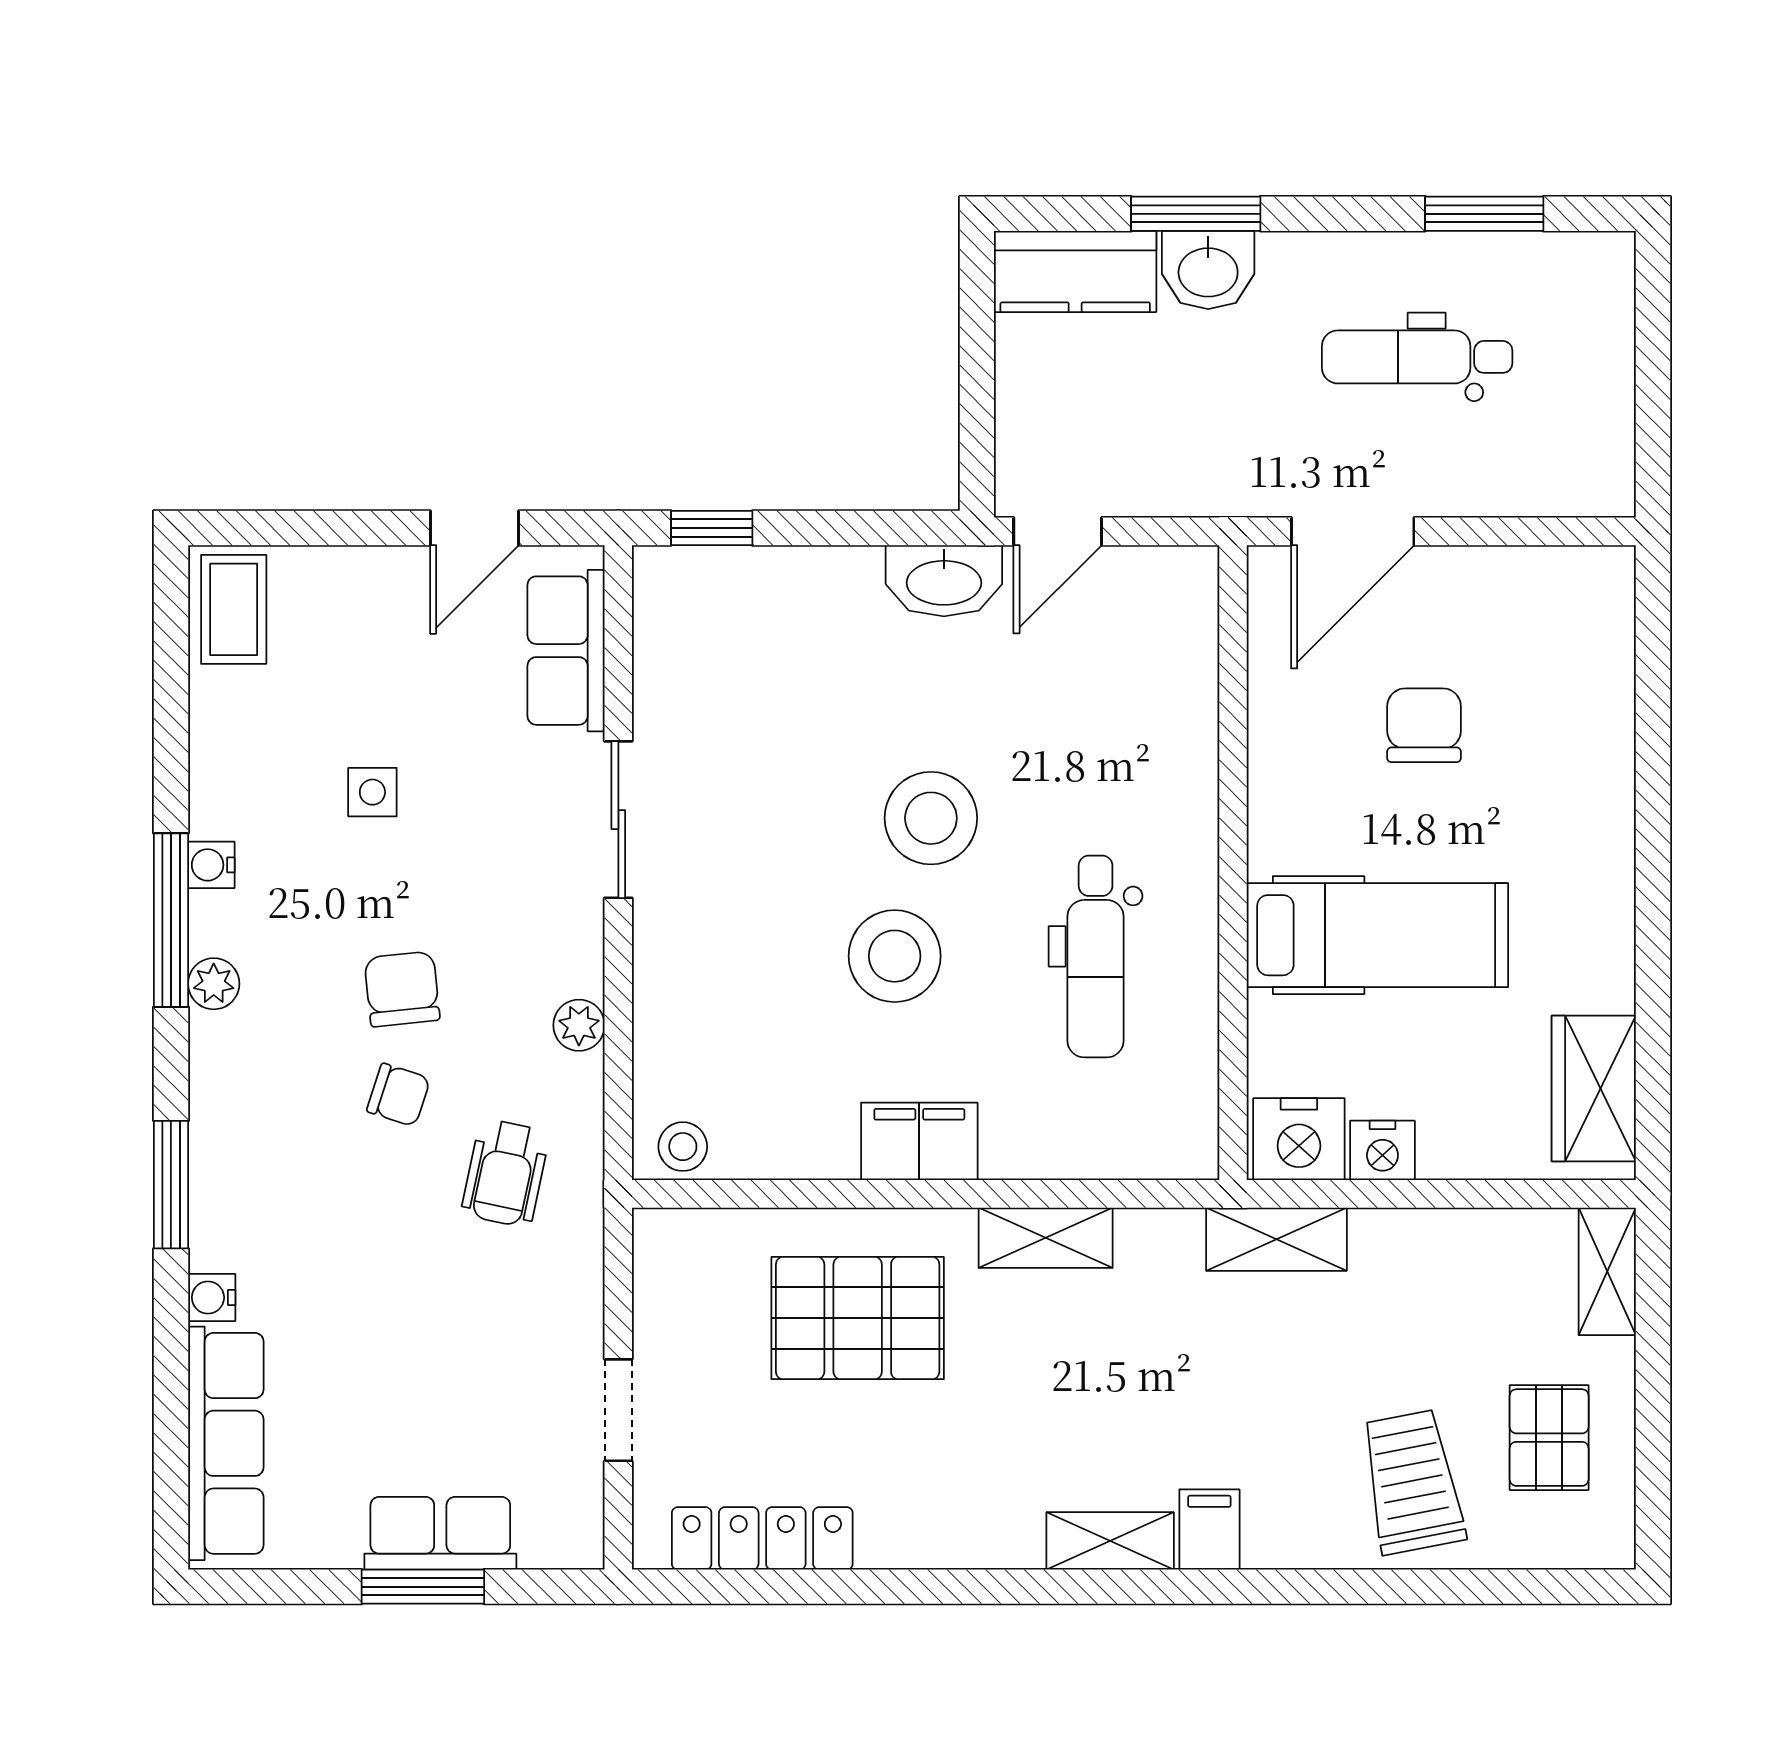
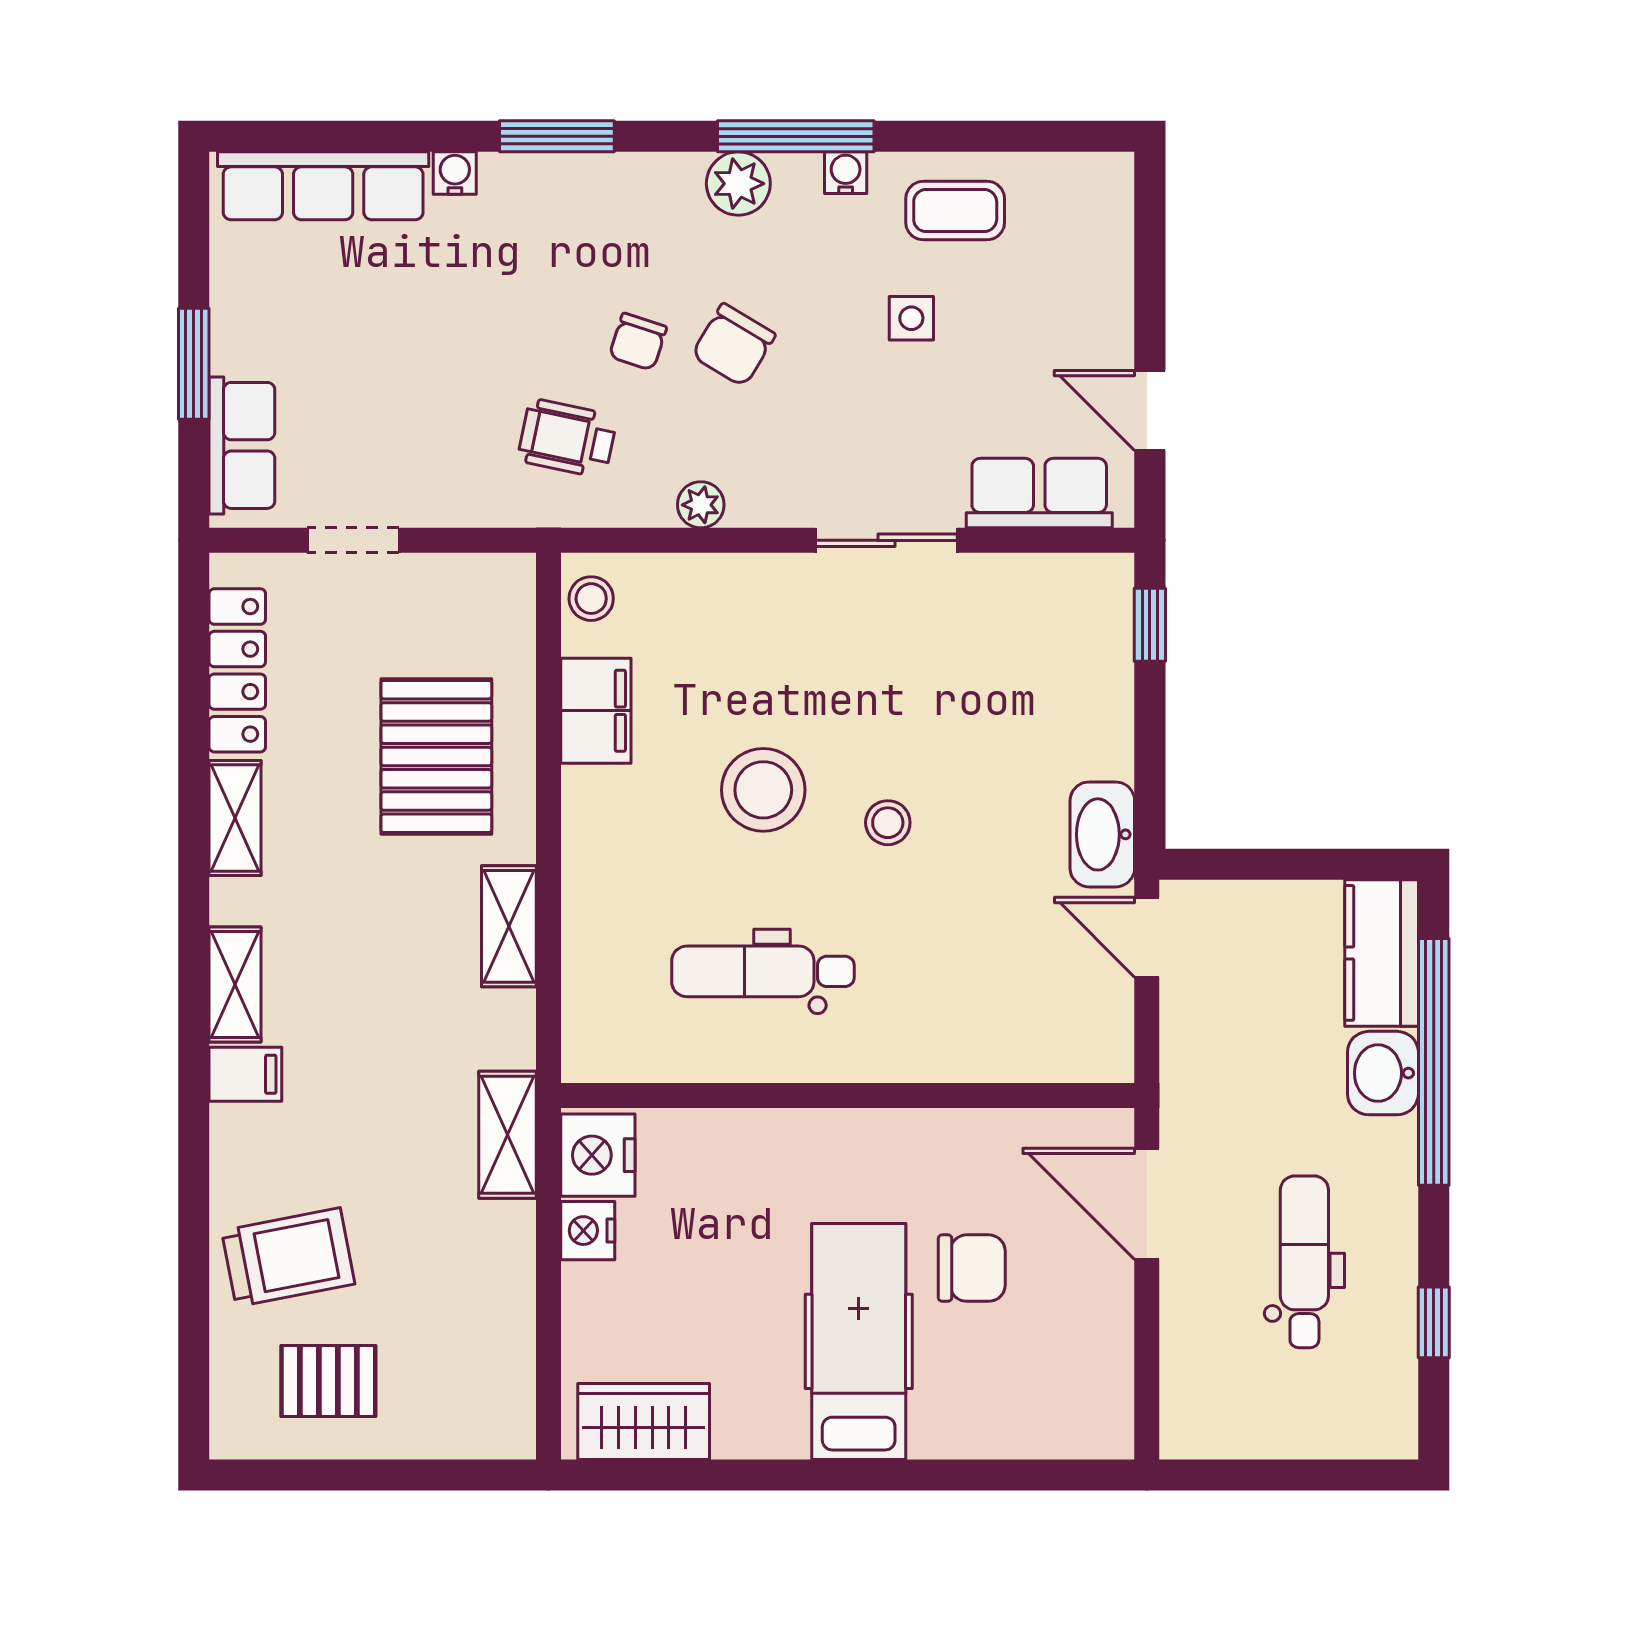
window: (1196, 214) -> (1434, 1062), width x2.11
window: (1484, 214) -> (1434, 1322), width x0.67
coffee table: (234, 609) -> (955, 211), moved
stool: (931, 818) -> (888, 823), width x0.53, depth x0.53
hospital bed: (1377, 935) -> (859, 1341), moved, turned 180
plant: (214, 984) -> (738, 184), width x1.38, depth x1.38
chair: (402, 989) -> (733, 345), turned 127
filing cabinet: (919, 1141) -> (596, 711), moved
shelving: (1607, 1271) -> (235, 818), moved, turned 90
row of seats: (440, 1533) -> (242, 445), moved

